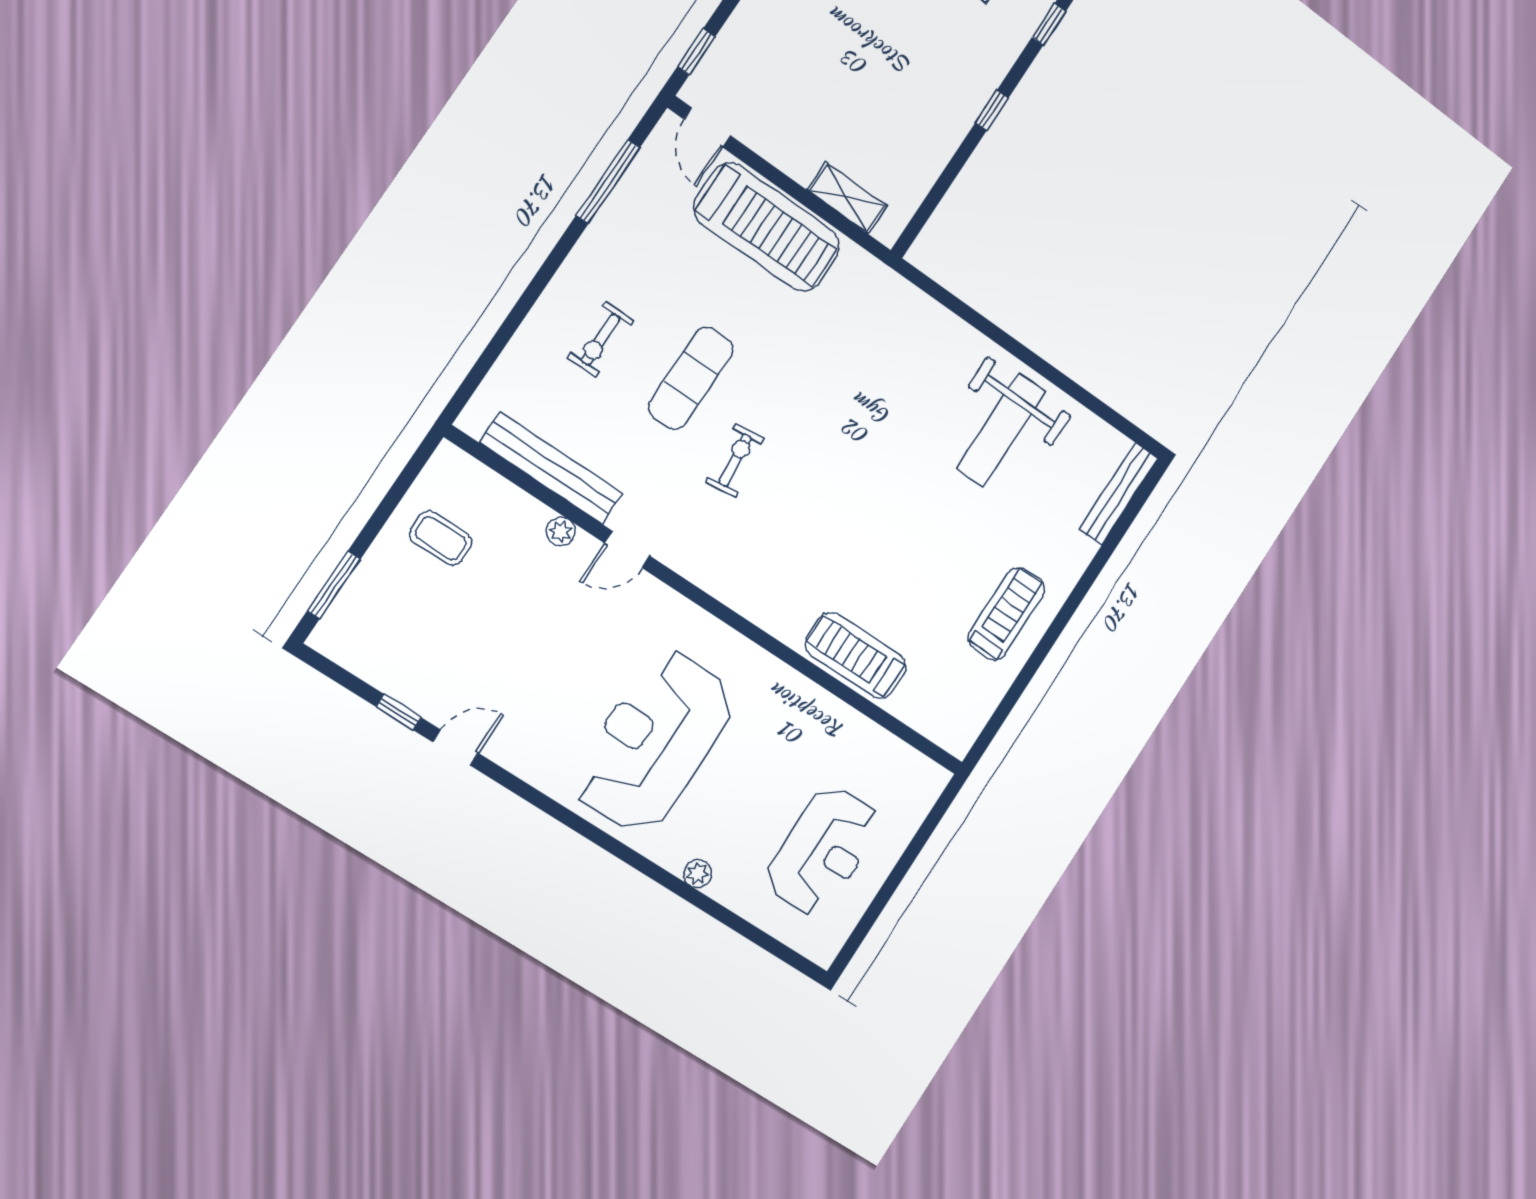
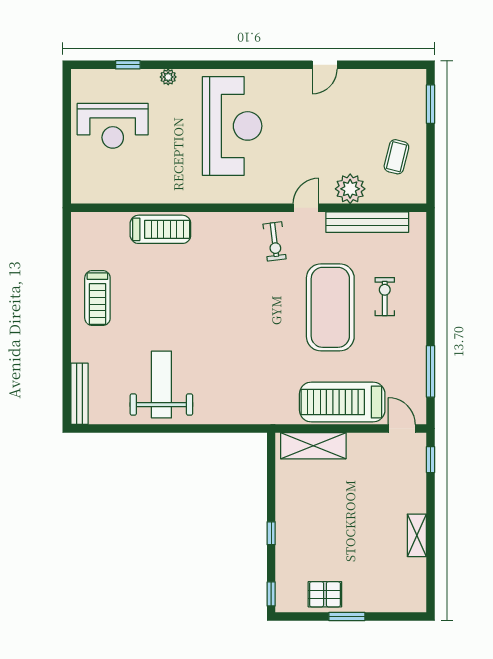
shelving: (847, 198) -> (313, 446), width x1.50, depth x1.33
exercise mat: (691, 378) -> (330, 307), width x2.00, depth x1.45
exercise bike: (735, 460) -> (275, 241), moved
plant: (561, 532) -> (350, 189), width x1.87, depth x1.87
coffee table: (441, 538) -> (396, 157), turned -76
window: (399, 712) -> (128, 65), moved
reception desk: (823, 851) -> (113, 126), turned -90

